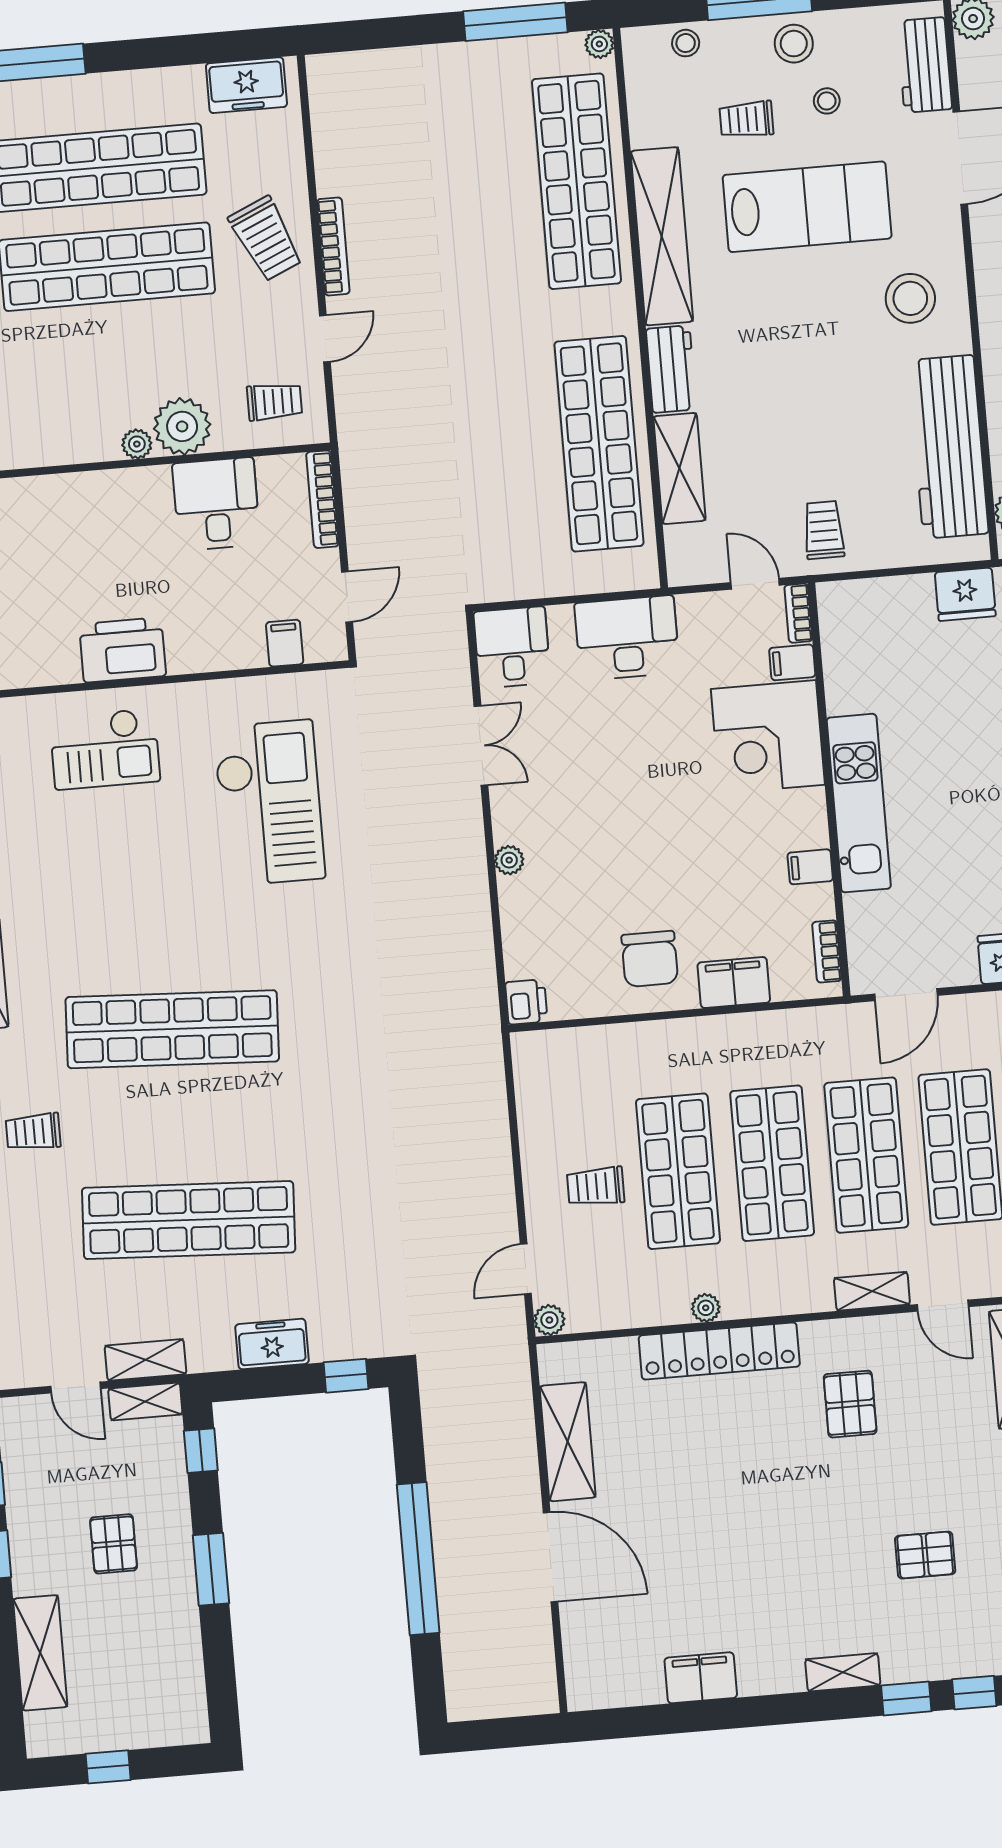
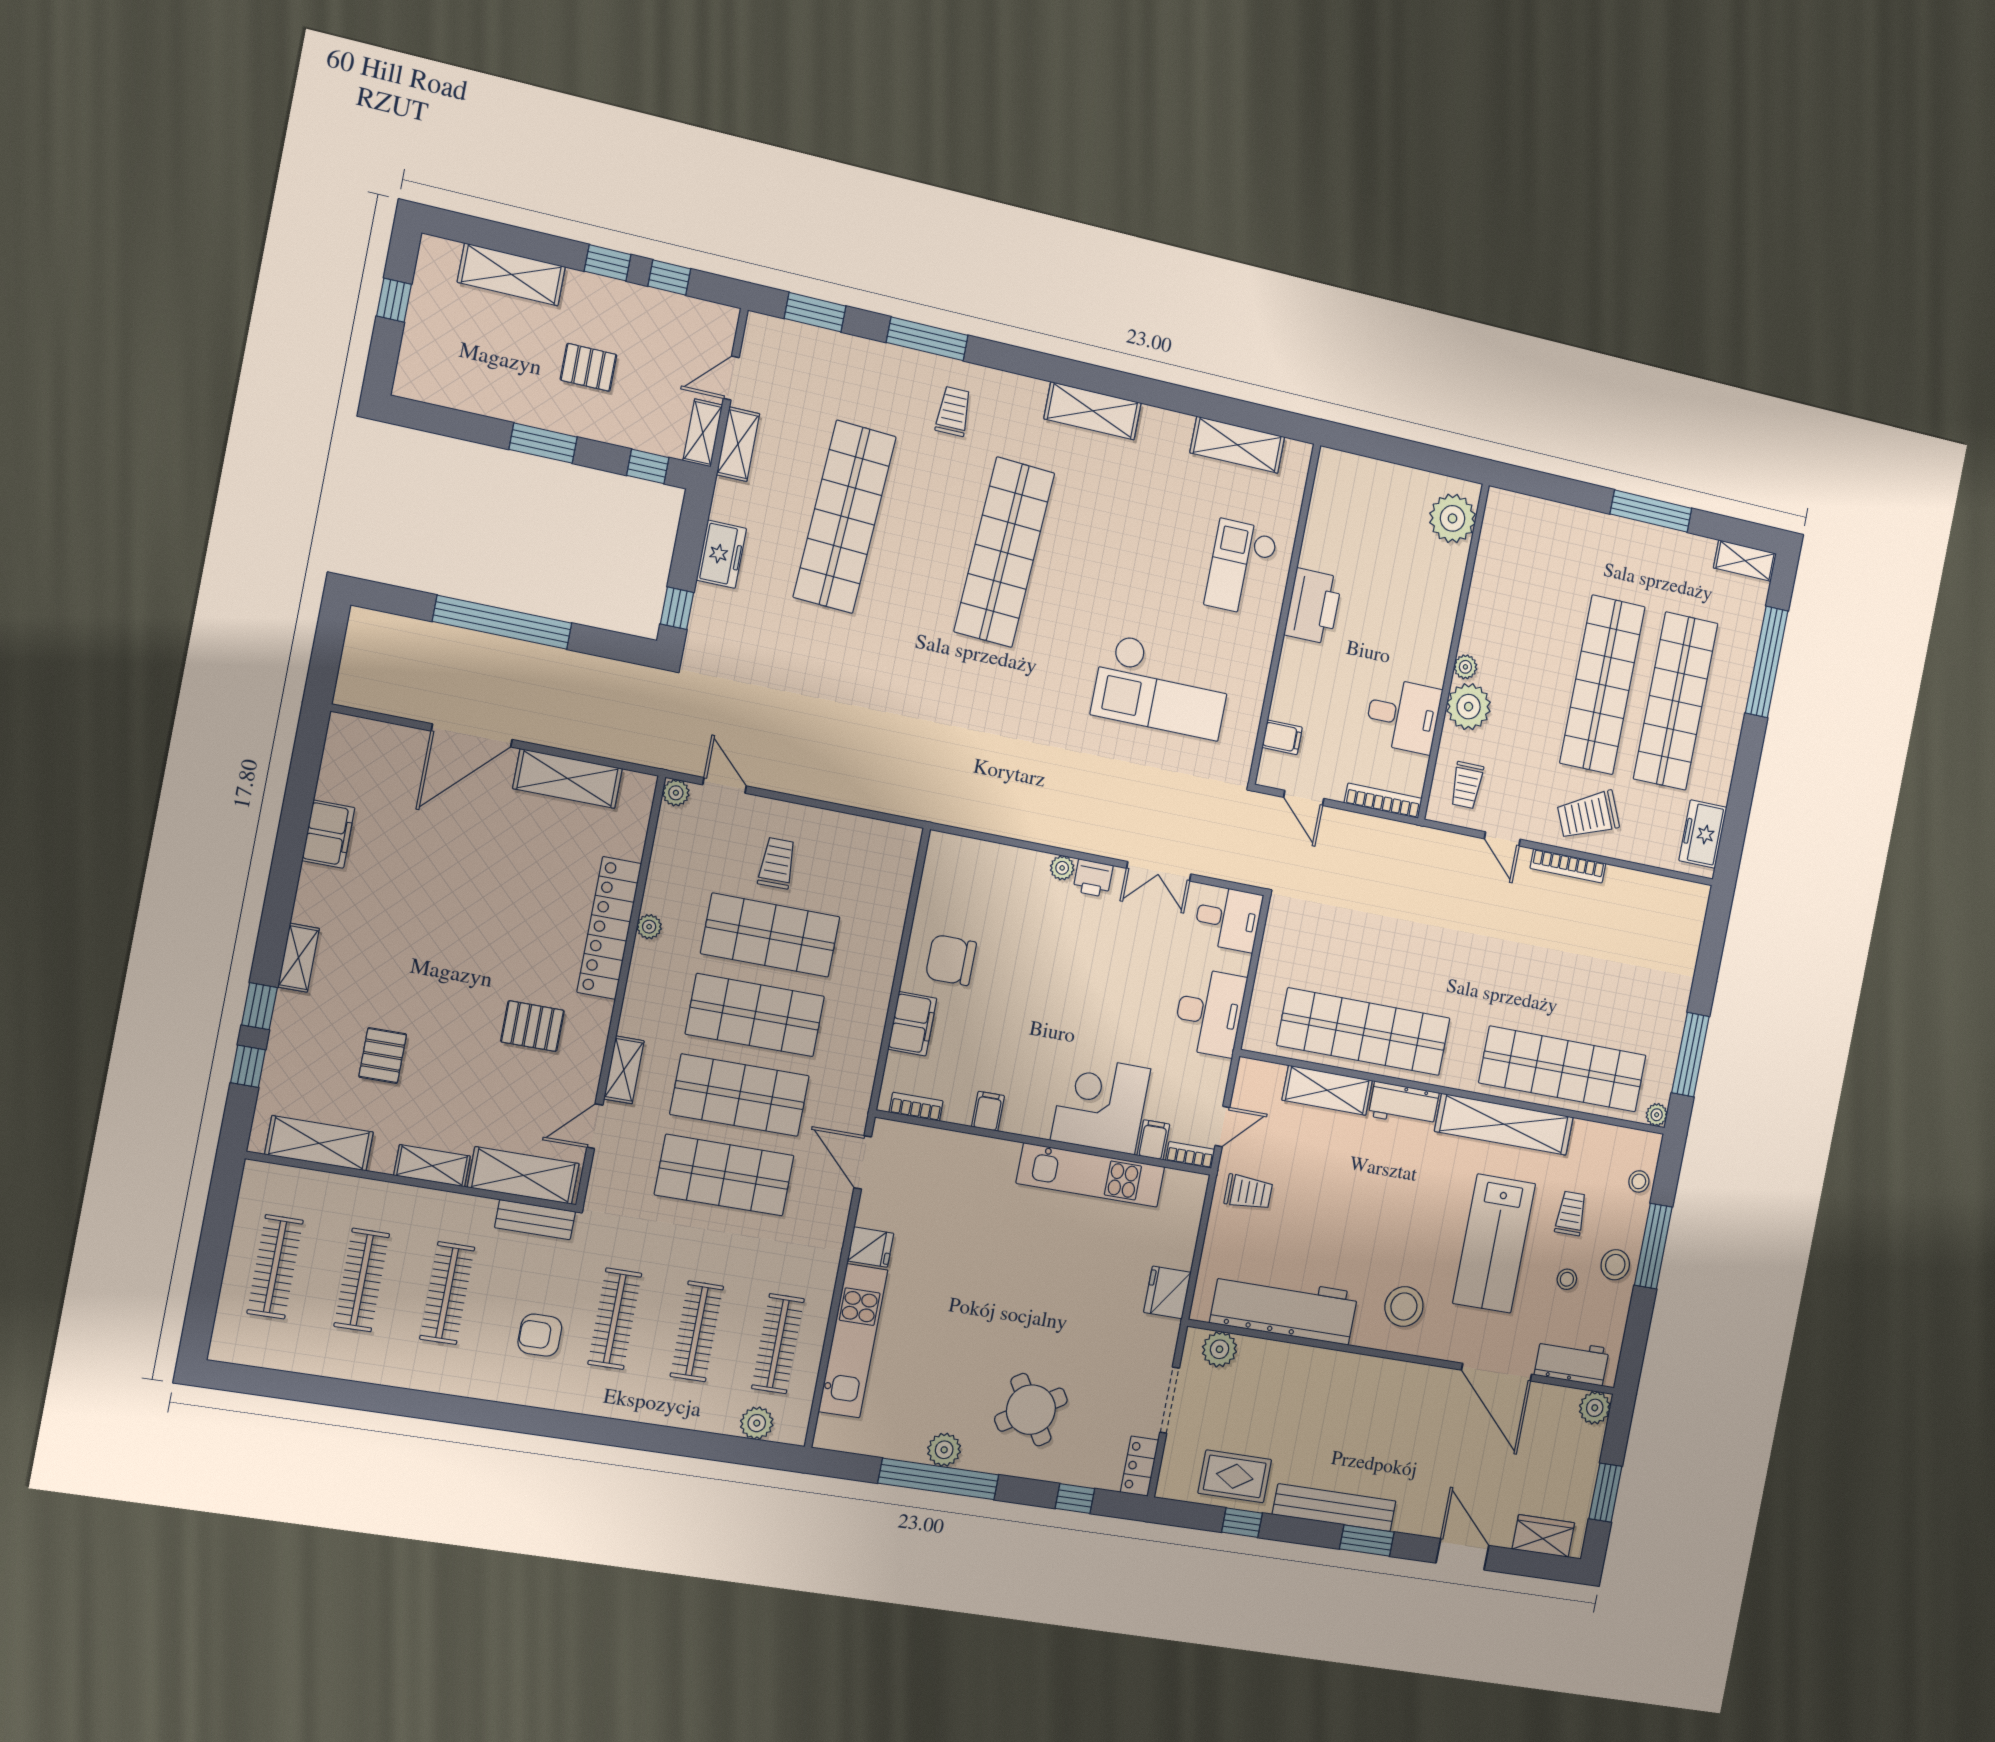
kitchen unit: (859, 803) -> (1091, 1175), moved
printer: (526, 1002) -> (1093, 878), moved

